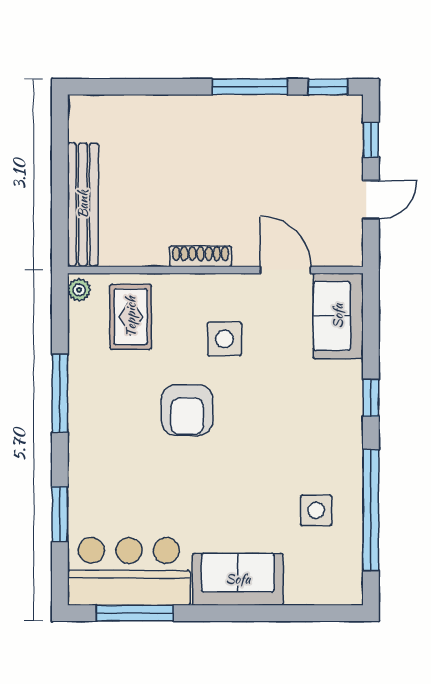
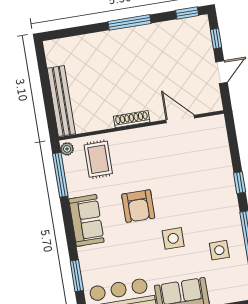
window: (250, 87) -> (129, 22), moved
sofa: (338, 316) -> (86, 220), moved, turned 180
side table: (224, 339) -> (173, 238), moved
window: (60, 393) -> (60, 175), moved

